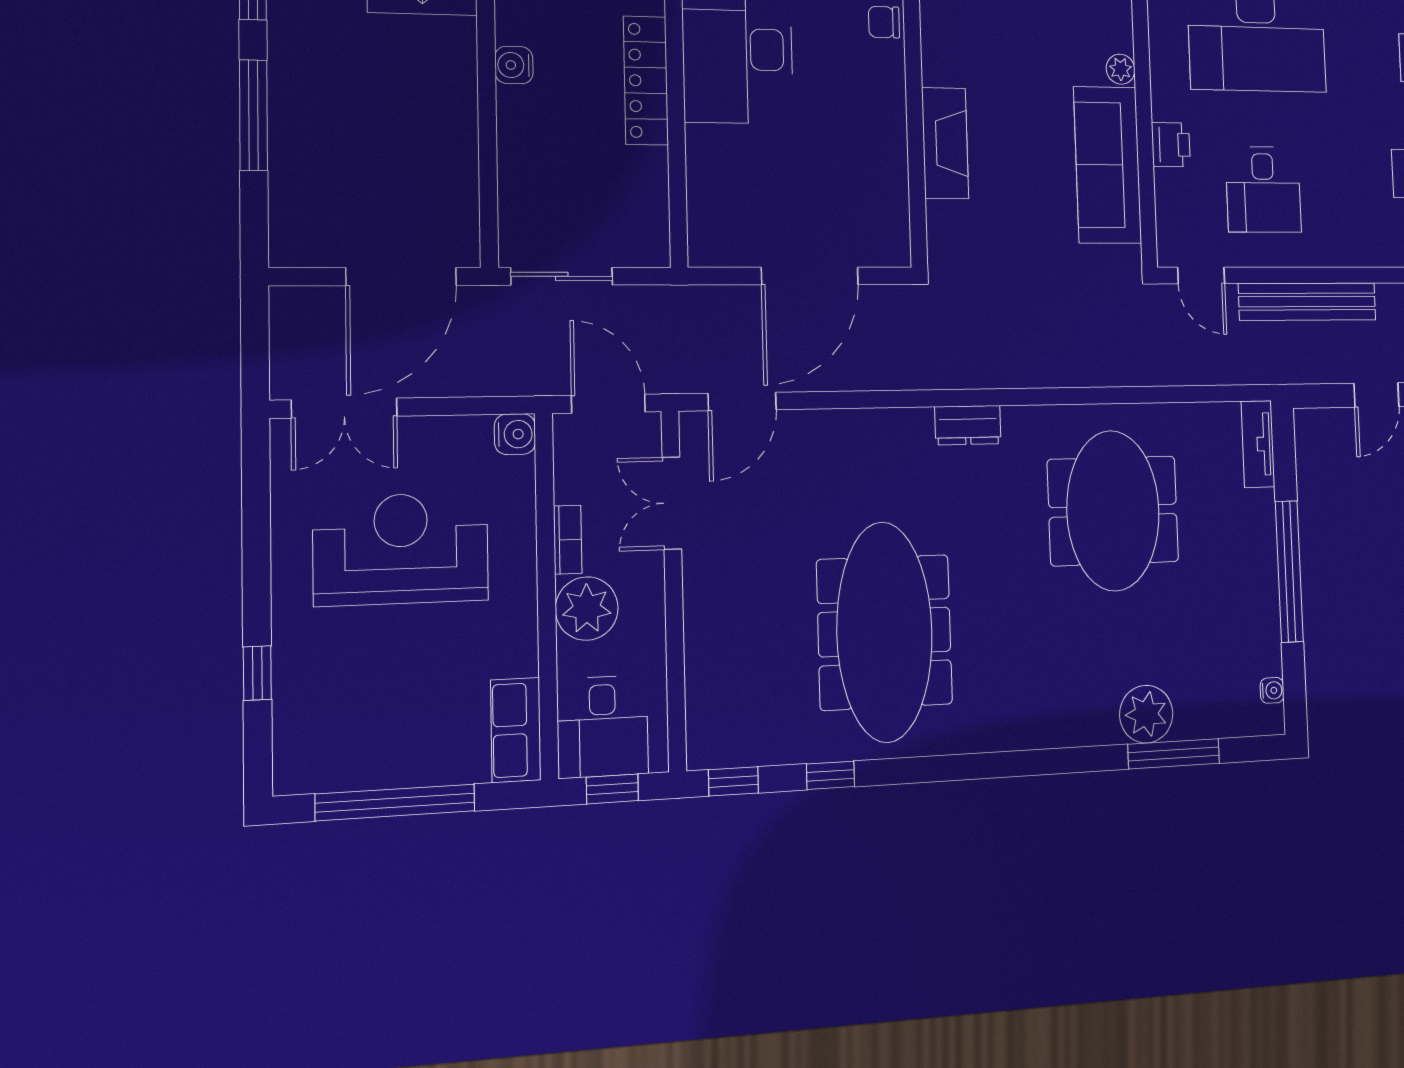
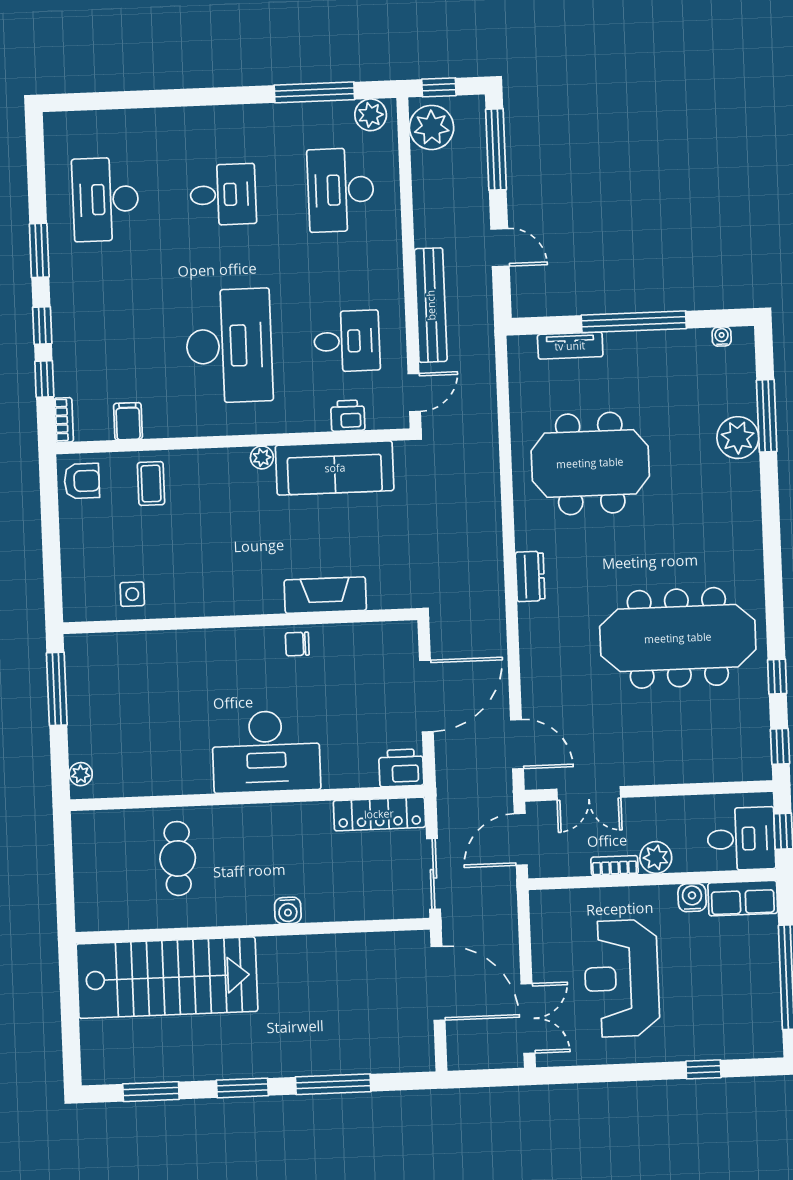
chair: (884, 22) -> (297, 644), moved, turned 90
locker: (646, 81) -> (379, 814), moved
printer: (1171, 145) -> (348, 416), moved
printer: (712, 237) -> (401, 768), added
door: (810, 276) -> (426, 696), hinge flipped
water cooler: (515, 434) -> (692, 898), moved
tv unit: (1258, 444) -> (570, 346), moved
plant: (587, 609) -> (656, 857), width x0.73, depth x0.73

